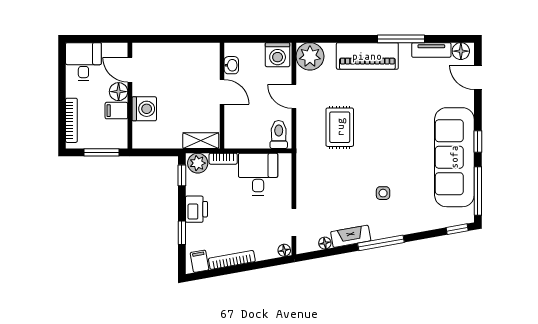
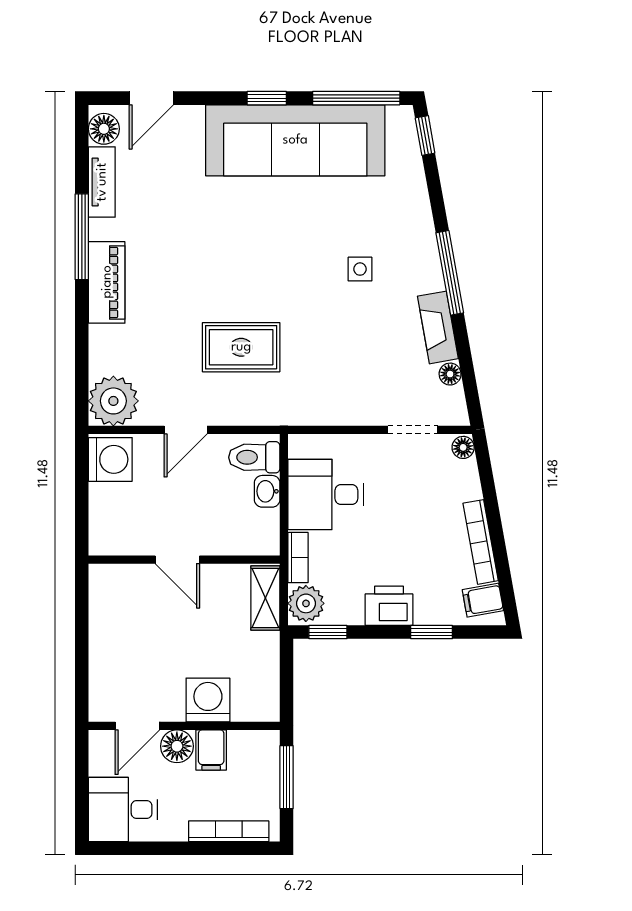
piano: (367, 56) -> (107, 282), width x0.73, depth x0.75
washbasin: (231, 65) -> (267, 491), moved, turned -90
door: (222, 92) -> (177, 560), swing flipped

